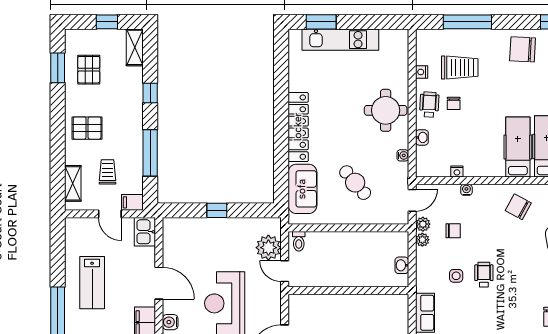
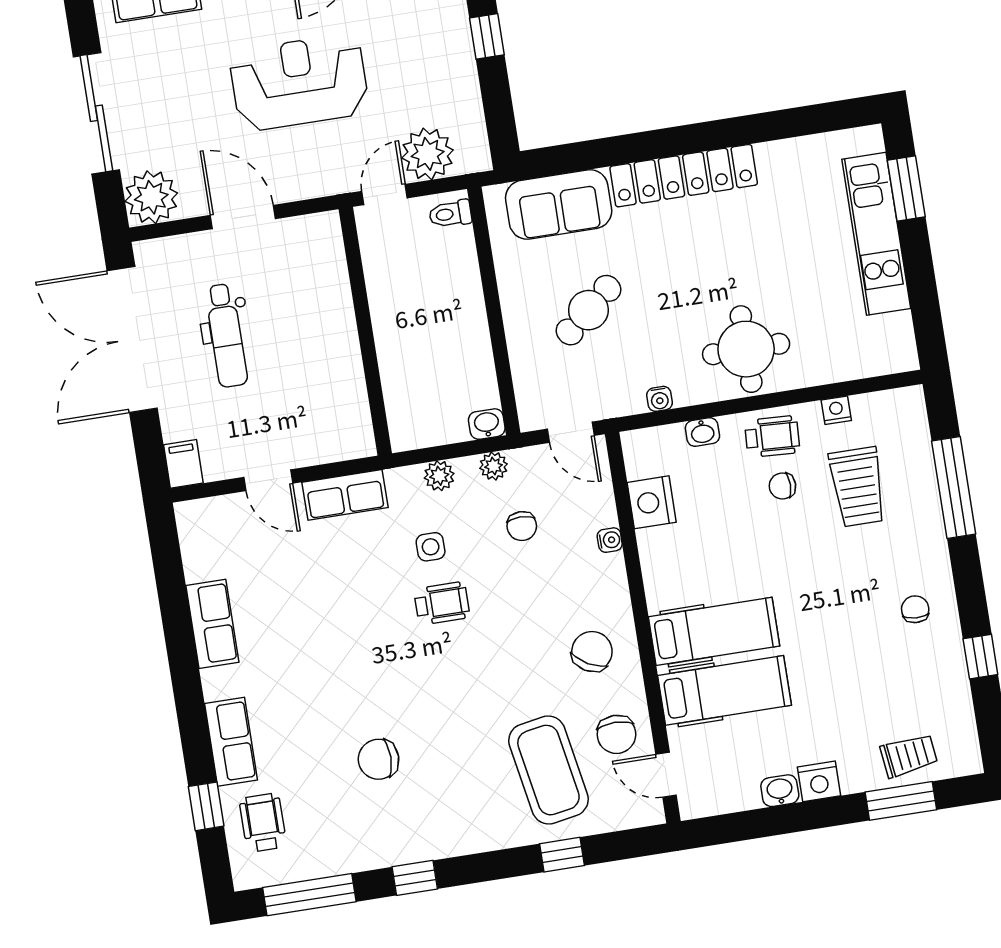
chair: (523, 49) -> (915, 609), width x0.54, depth x0.54
nightstand: (457, 172) -> (652, 502), width x1.89, depth x1.79
plant: (423, 224) -> (439, 476), moved
washbasin: (402, 265) -> (487, 424), moved

